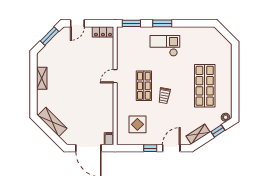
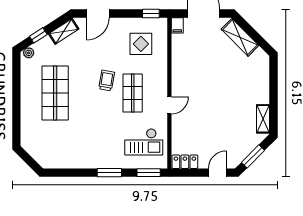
checkout: (165, 46) -> (144, 142), moved
shelving: (42, 78) -> (263, 119), moved
shelving: (52, 122) -> (240, 37), moved
window: (150, 148) -> (151, 13), moved

